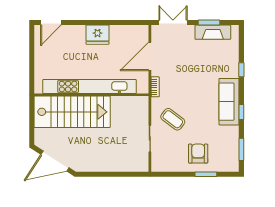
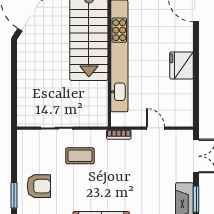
door: (150, 56) -> (155, 128), width x0.53
coffee table: (173, 119) -> (80, 156), turned 53

